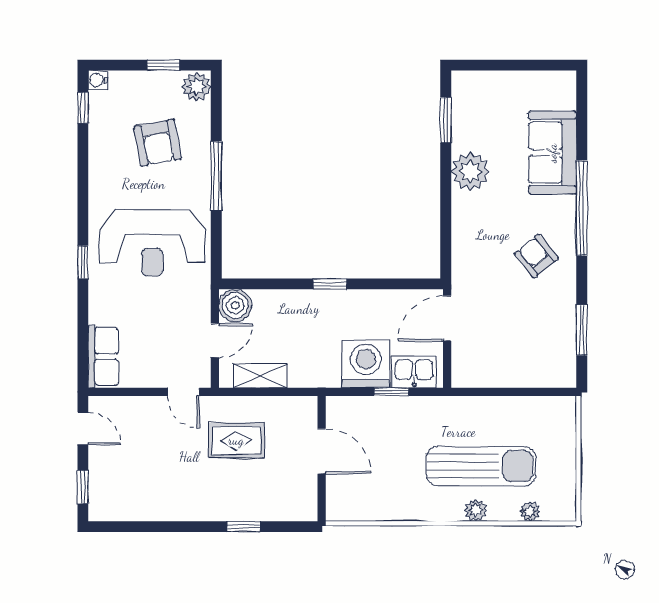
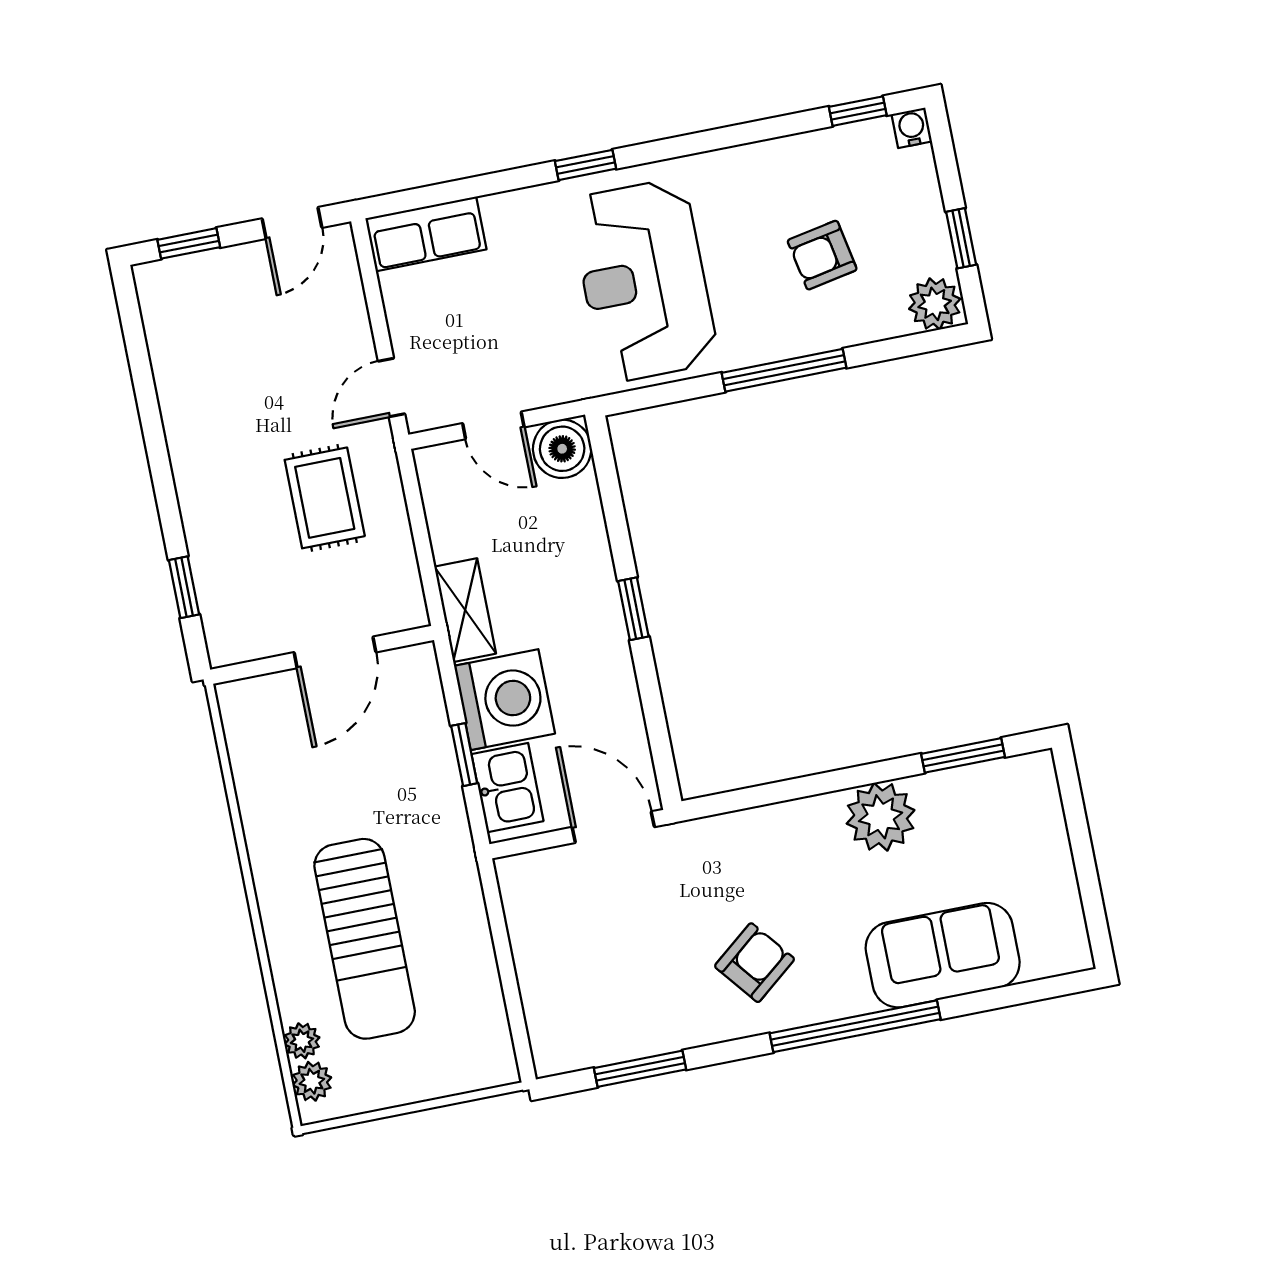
armchair: (158, 143) -> (822, 255), width x0.72, depth x0.72
shelving: (260, 376) -> (465, 610), moved
plant: (476, 510) -> (312, 1081), moved
window: (244, 527) -> (184, 587), moved

